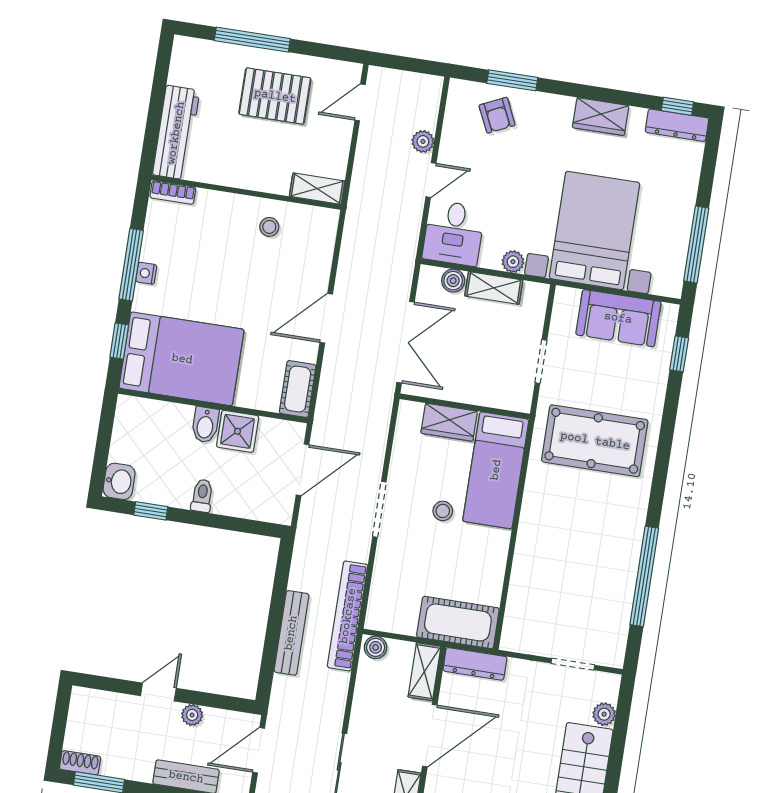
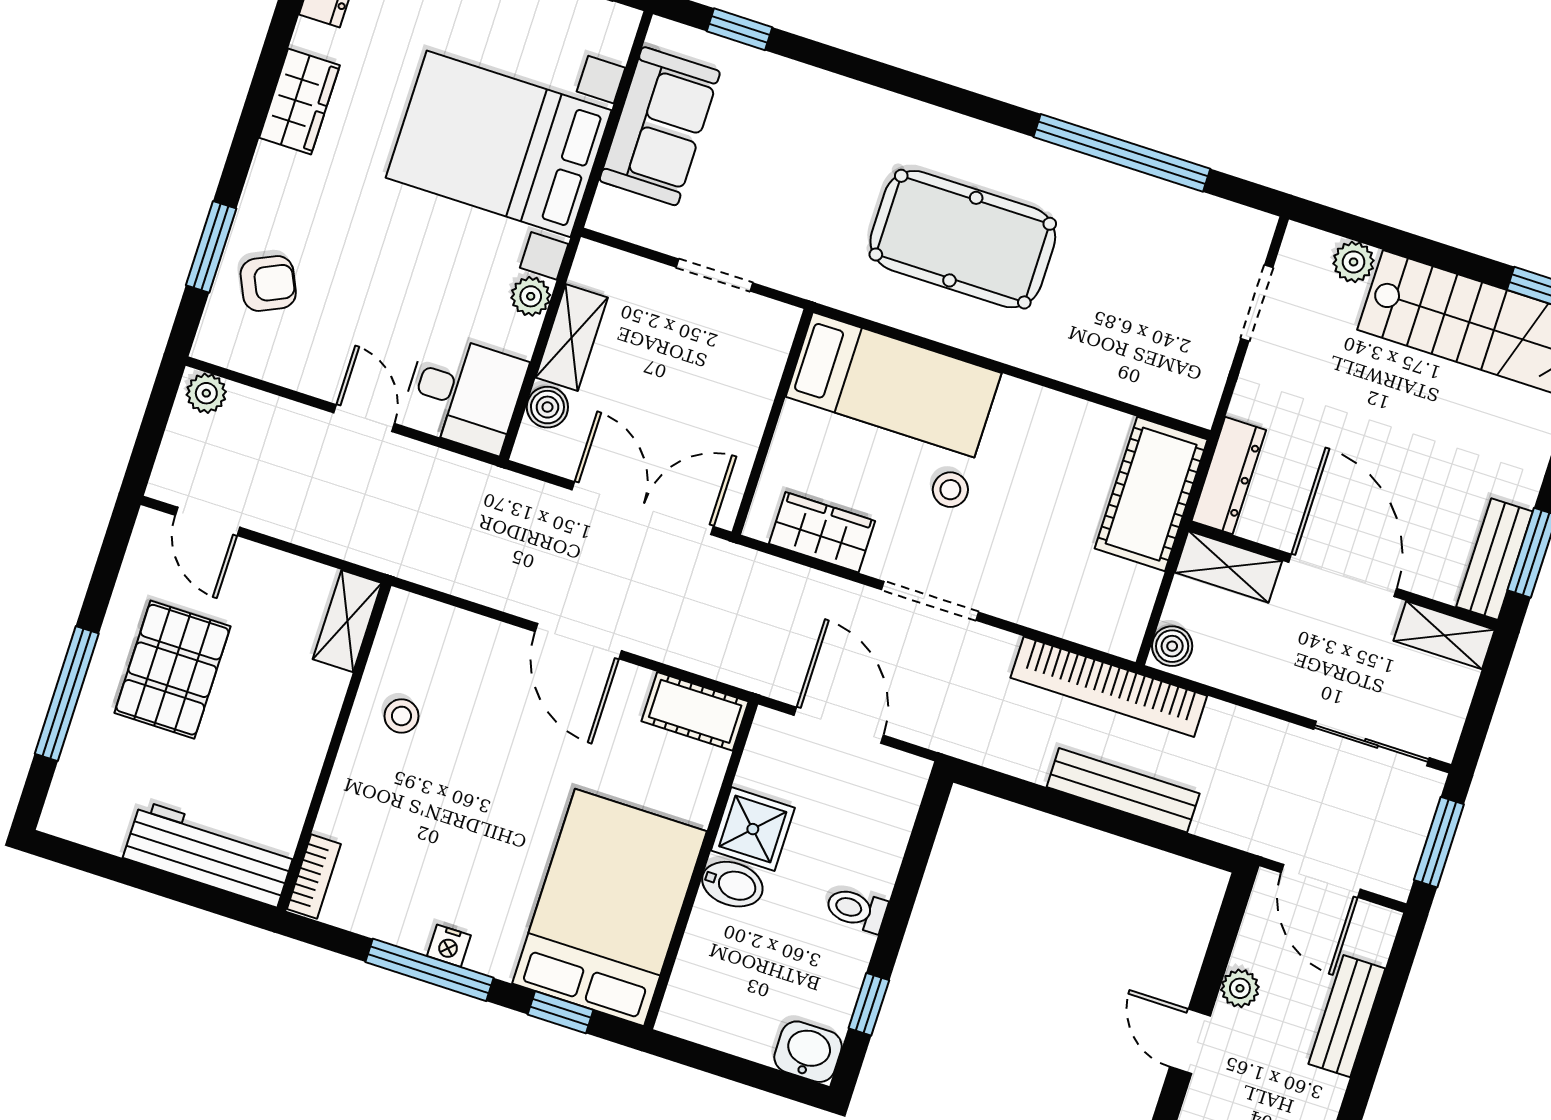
plant: (423, 141) -> (206, 393), moved
wardrobe: (449, 422) -> (822, 532), moved, turned -90
pool table: (595, 441) -> (963, 239), moved, turned 90

